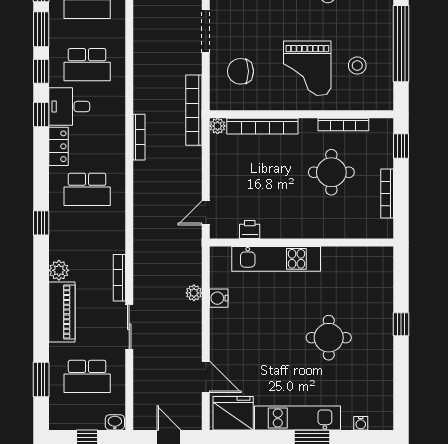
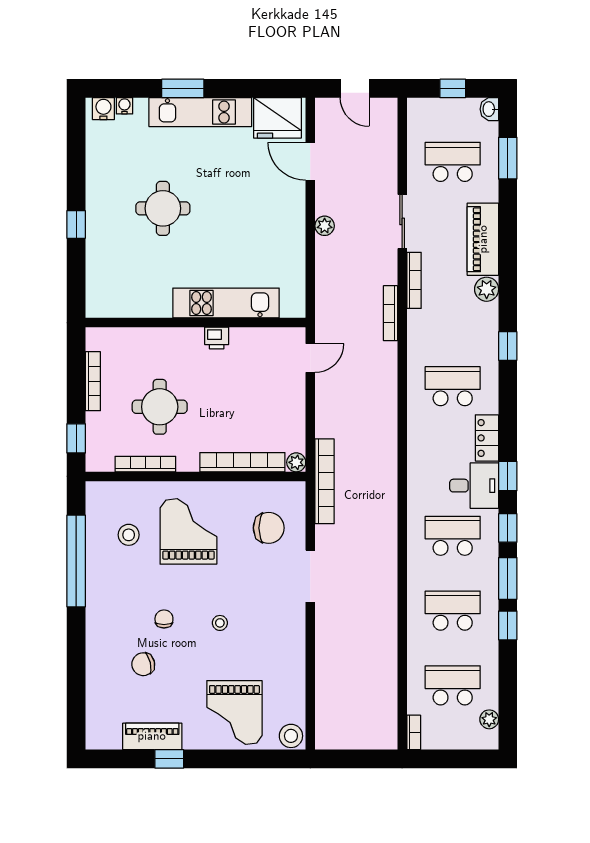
bookcase: (139, 137) -> (391, 313), moved
printer: (250, 230) -> (217, 338), moved
plant: (194, 293) -> (325, 226), moved
water cooler: (219, 298) -> (103, 109), moved, turned -90
washbasin: (115, 422) -> (489, 109), moved, turned 90

